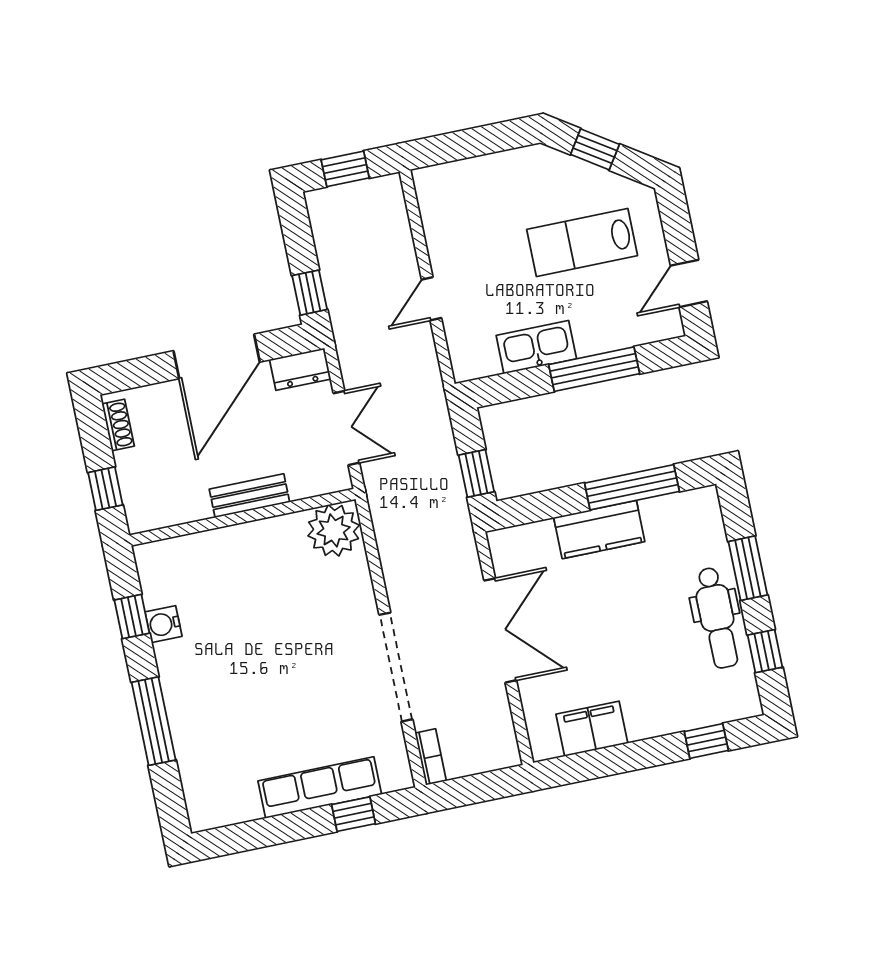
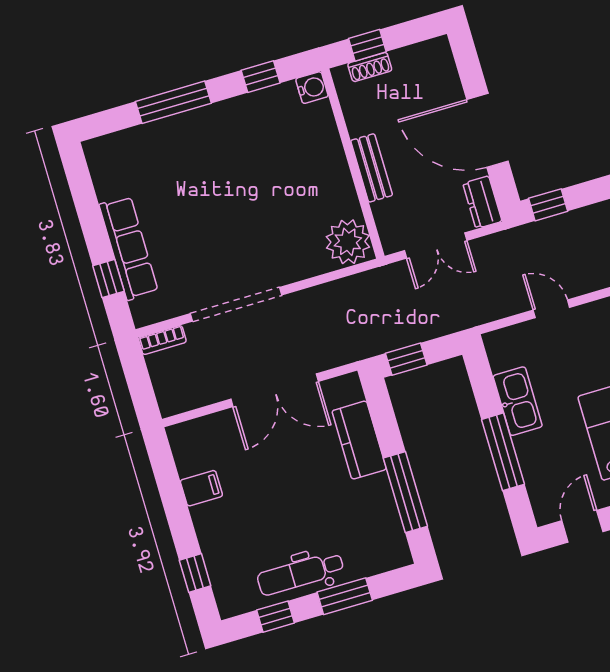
door: (689, 283) -> (582, 526), hinge flipped
shoe rack: (118, 425) -> (370, 67), moved
kitchen counter: (599, 530) -> (359, 440), moved
water cooler: (163, 624) -> (312, 88), moved, turned 90
filing cabinet: (592, 729) -> (201, 488), width x0.50

